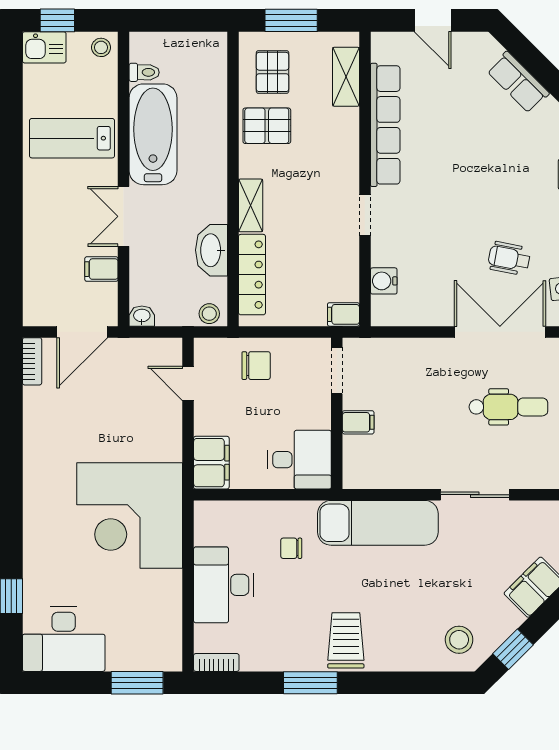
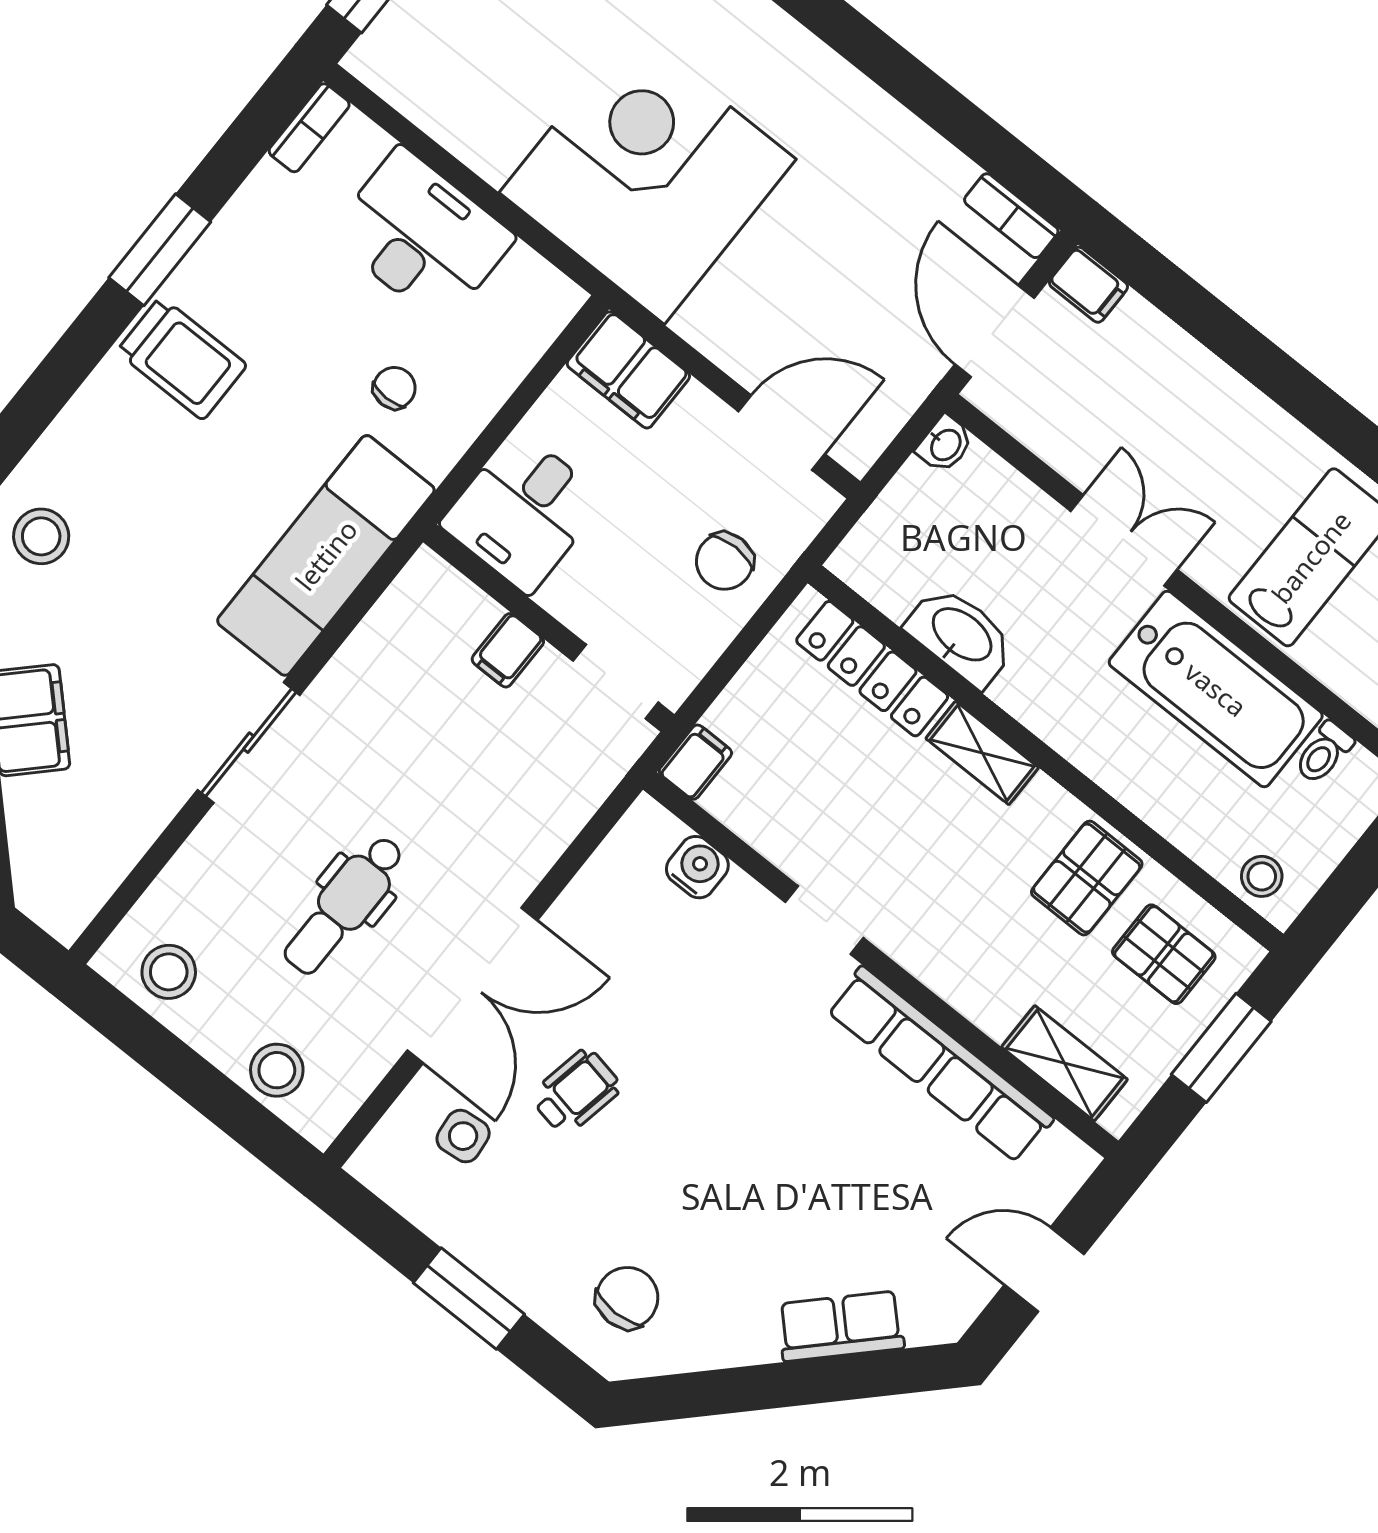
filing cabinet: (101, 269) -> (1088, 285), moved, turned 90
stool: (209, 314) -> (1262, 876), moved
door: (188, 383) -> (782, 433), width x1.38

